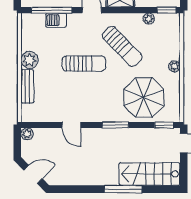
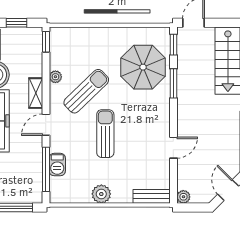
plant: (149, 19) -> (55, 77), moved
plant: (174, 66) -> (108, 33), removed
bench: (27, 86) -> (152, 196), moved
window: (115, 125) -> (173, 83), moved

